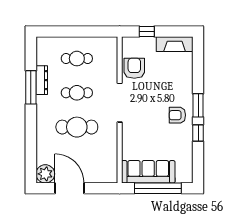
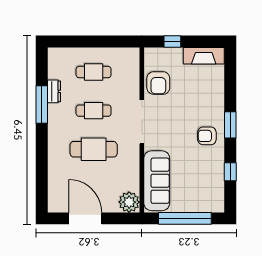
armchair: (134, 68) -> (158, 83), turned 180
dresser: (42, 80) -> (54, 91), width x0.70
window: (198, 133) -> (230, 172), moved
sofa: (148, 172) -> (157, 181), moved, turned 90
plant: (45, 174) -> (129, 202), moved

